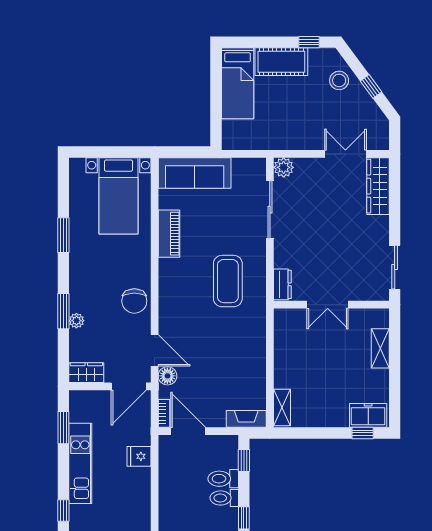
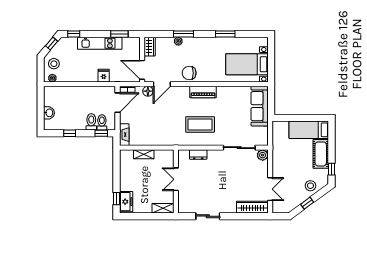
piano: (169, 234) -> (203, 92), moved
double door: (328, 305) -> (176, 179), moved
wall: (331, 305) -> (176, 181), moved
shelving: (282, 408) -> (144, 154), moved
toilet: (224, 498) -> (102, 122), moved

